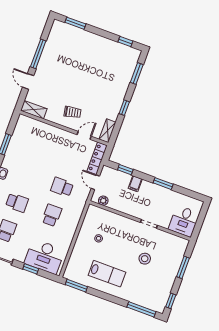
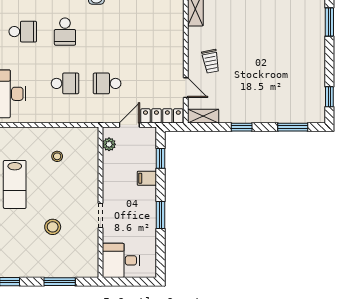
school desk: (62, 187) -> (107, 83), turned -90

